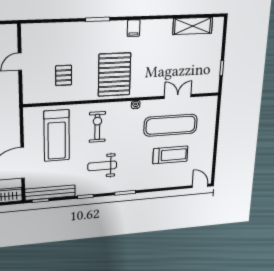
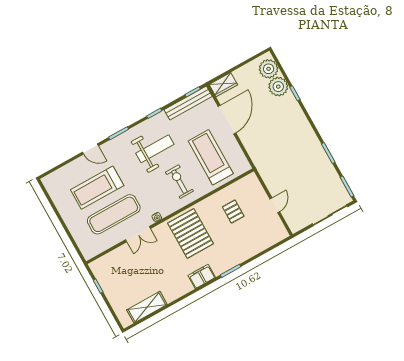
filing cabinet: (134, 28) -> (202, 276), width x2.00
double door: (178, 96) -> (138, 234), moved
exercise bike: (97, 127) -> (179, 182), turned 180
treadmill: (170, 155) -> (97, 188), width x1.37, depth x1.38
weight bench: (102, 166) -> (155, 149), width x1.36, depth x1.33
door: (200, 186) -> (90, 149), moved

